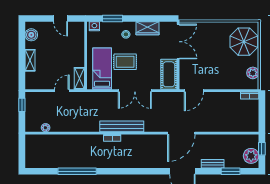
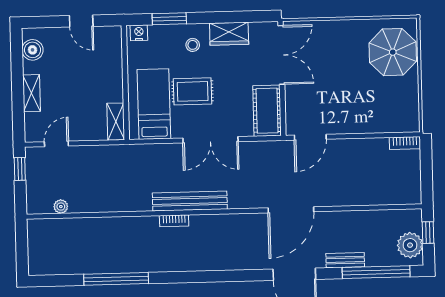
plant: (253, 73) -> (409, 105), removed
door: (62, 91) -> (56, 144), moved
window: (231, 171) -> (376, 272), width x2.11

